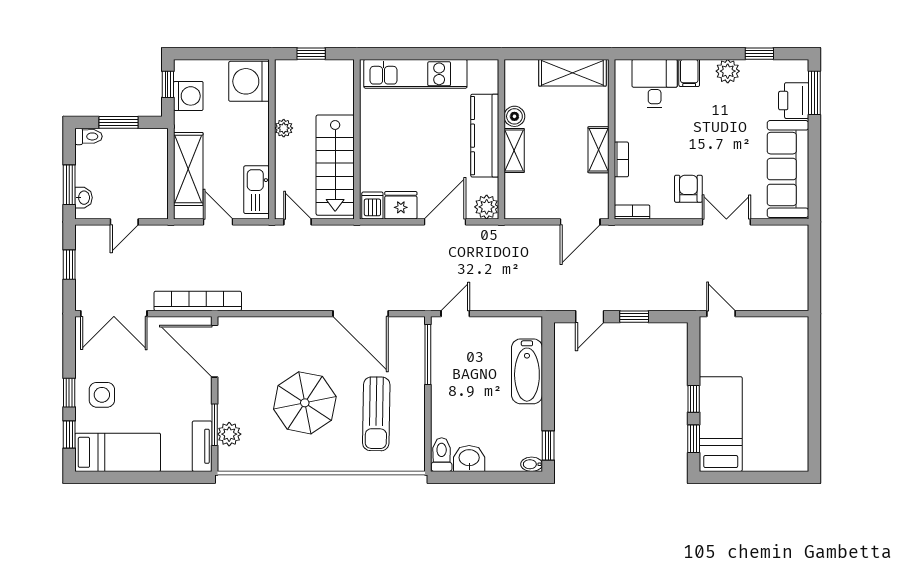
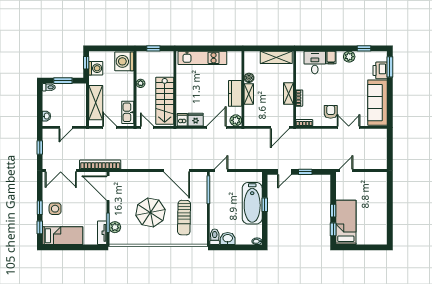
kitchen counter: (485, 136) -> (235, 93), width x0.67
window: (69, 185) -> (40, 110), removed
door: (721, 314) -> (346, 171), hinge flipped
bathtub: (527, 371) -> (252, 203), width x1.36, depth x1.36
window: (548, 445) -> (265, 205), moved

